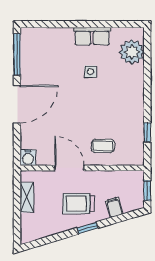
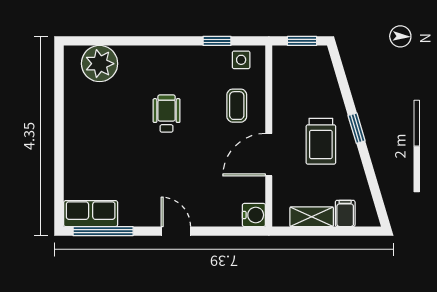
row of seats: (92, 36) -> (91, 214), moved, turned -90
side table: (90, 72) -> (241, 60), moved
wheelchair: (97, 98) -> (167, 114), added
door: (17, 104) -> (176, 231), width x0.53
filing cabinet: (114, 207) -> (345, 213), moved, turned 107

